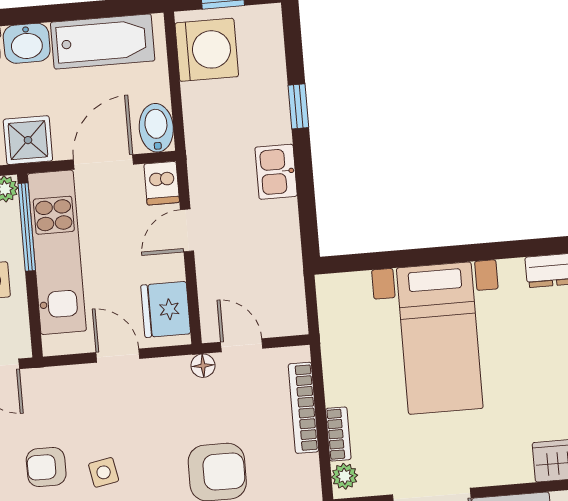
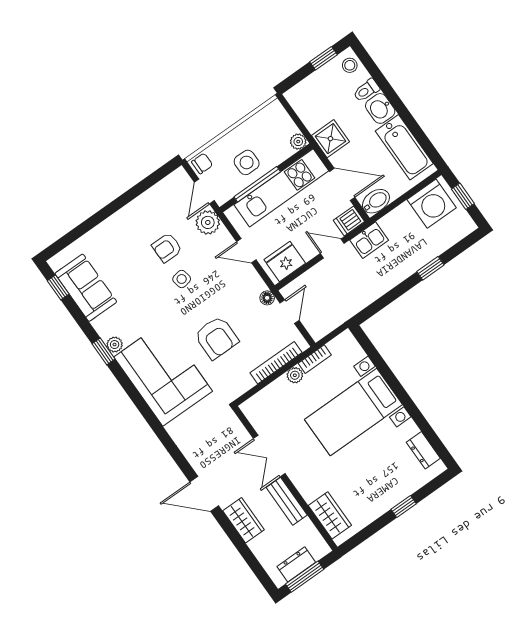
kitchen sink: (276, 172) -> (369, 240), moved, turned 180
window: (27, 227) -> (257, 184), moved
door: (118, 356) -> (246, 251), swing flipped
plant: (45, 387) -> (208, 222), added
bookcase: (338, 434) -> (315, 359), moved
armchair: (46, 467) -> (167, 248), turned -90
plant: (345, 476) -> (295, 375), moved

